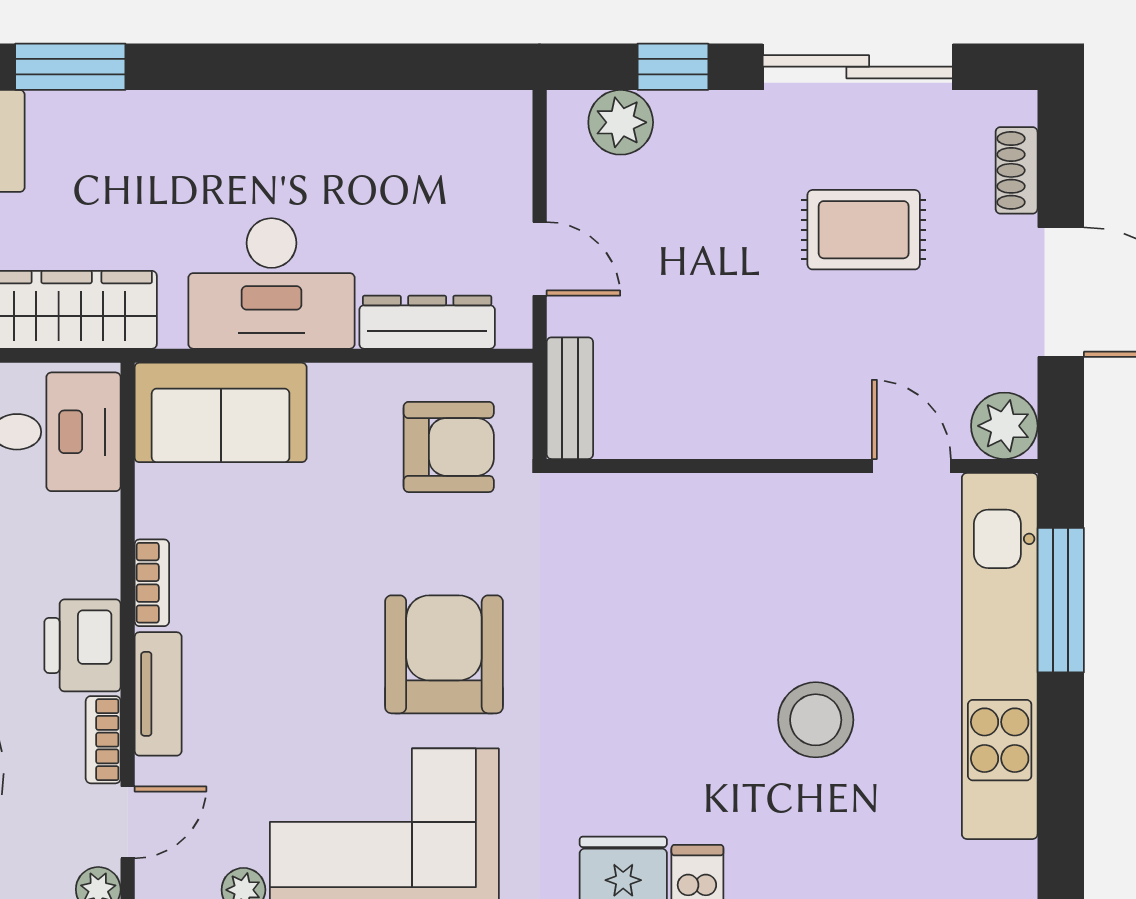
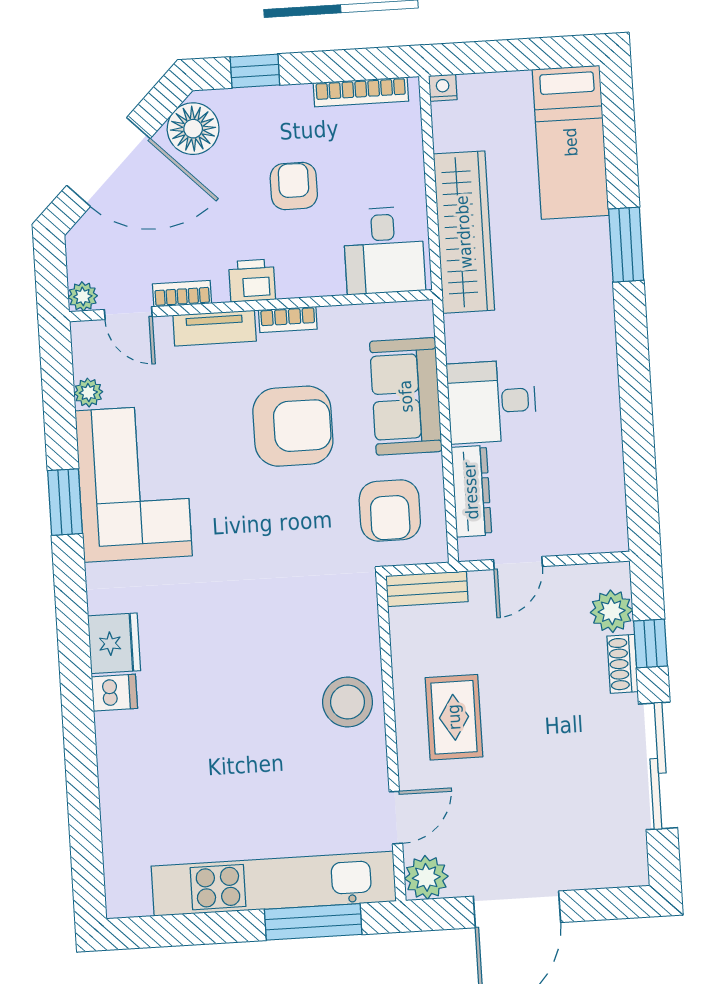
shoe rack: (1017, 170) -> (622, 664), moved, turned -90
rug: (864, 230) -> (454, 717), moved
desk: (272, 283) -> (492, 402), width x0.73
sofa: (221, 412) -> (406, 396), moved
printer: (83, 645) -> (252, 281), width x0.73, depth x0.81
armchair: (444, 654) -> (293, 426), moved
stool: (816, 720) -> (348, 702), moved

